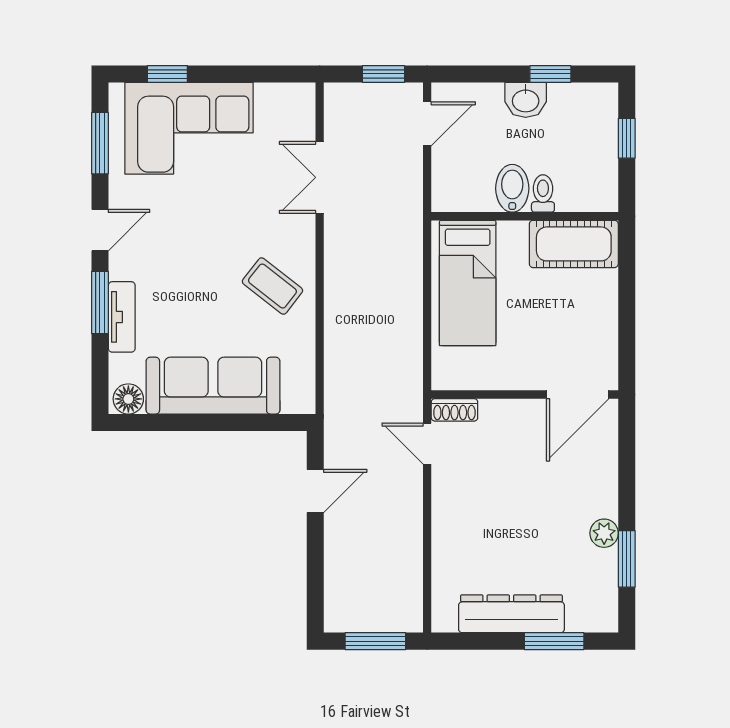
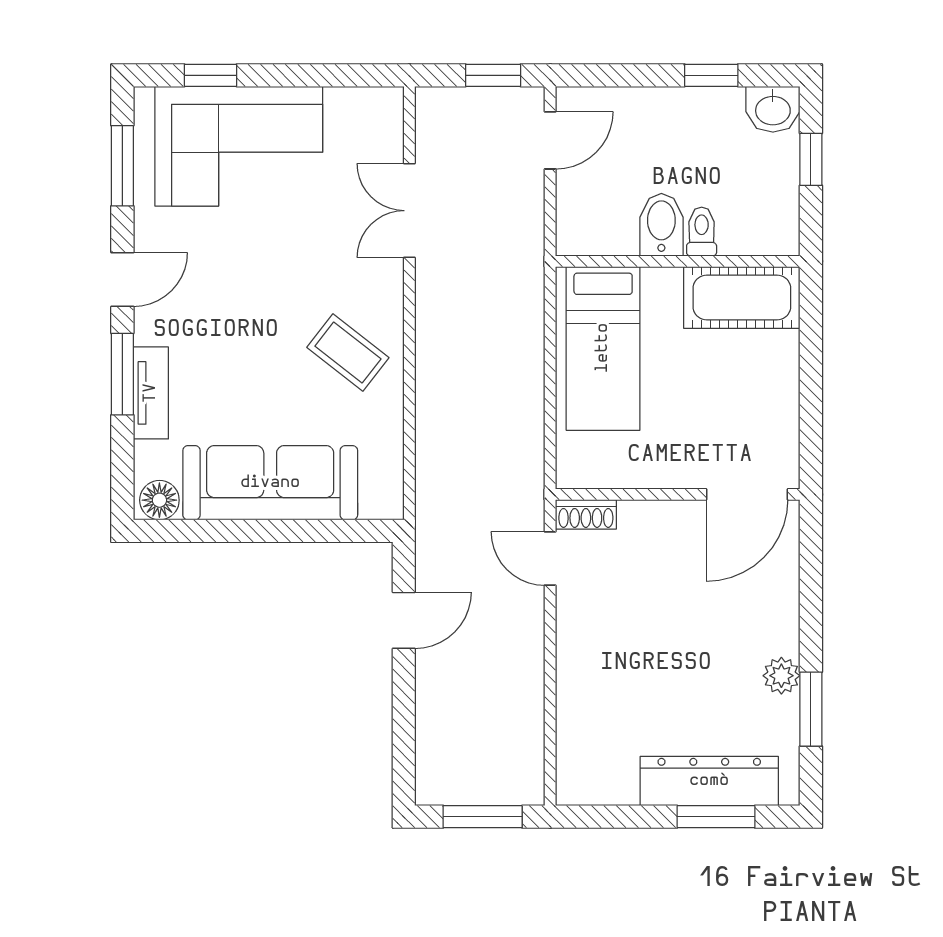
washbasin: (526, 100) -> (773, 109), moved
dresser: (511, 614) -> (709, 781), moved

